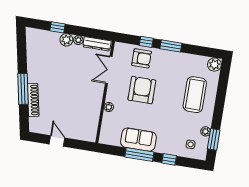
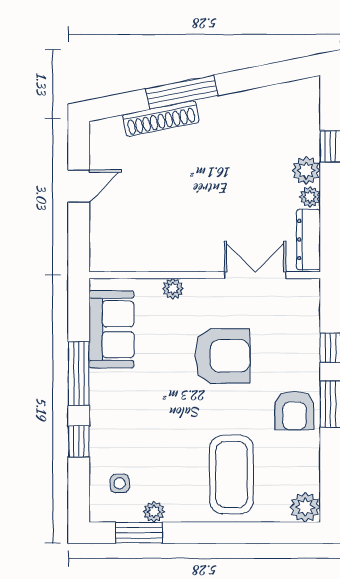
armchair: (142, 58) -> (294, 410), moved
coffee table: (195, 95) -> (231, 475), turned 90
sofa: (138, 140) -> (111, 329), moved

